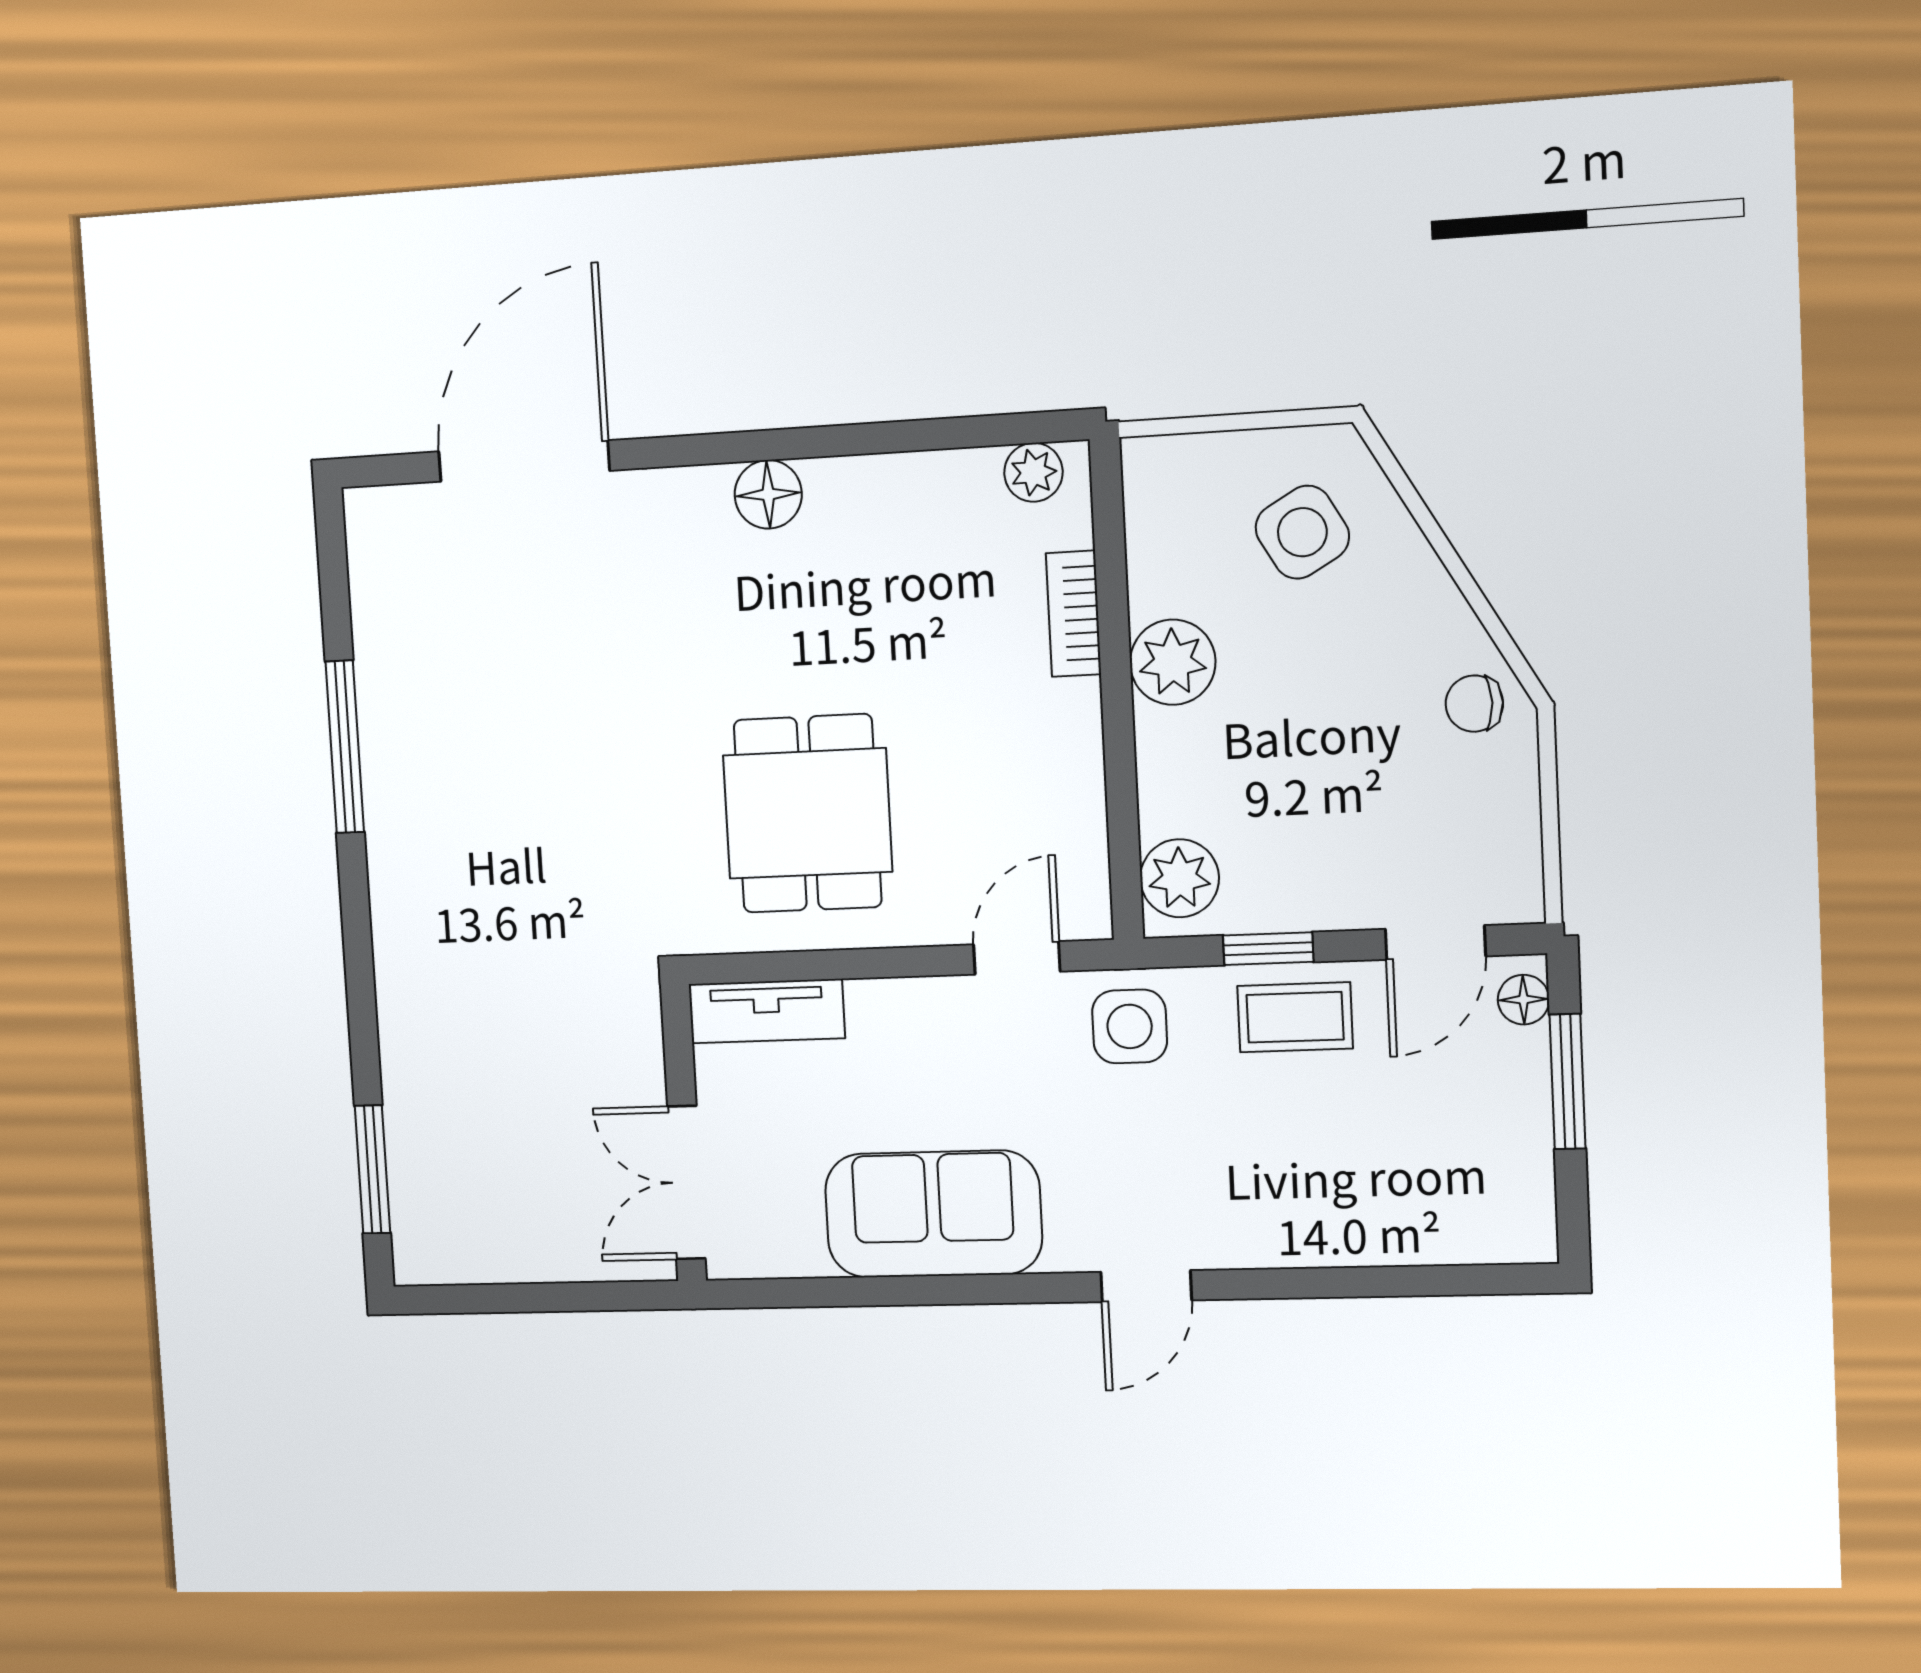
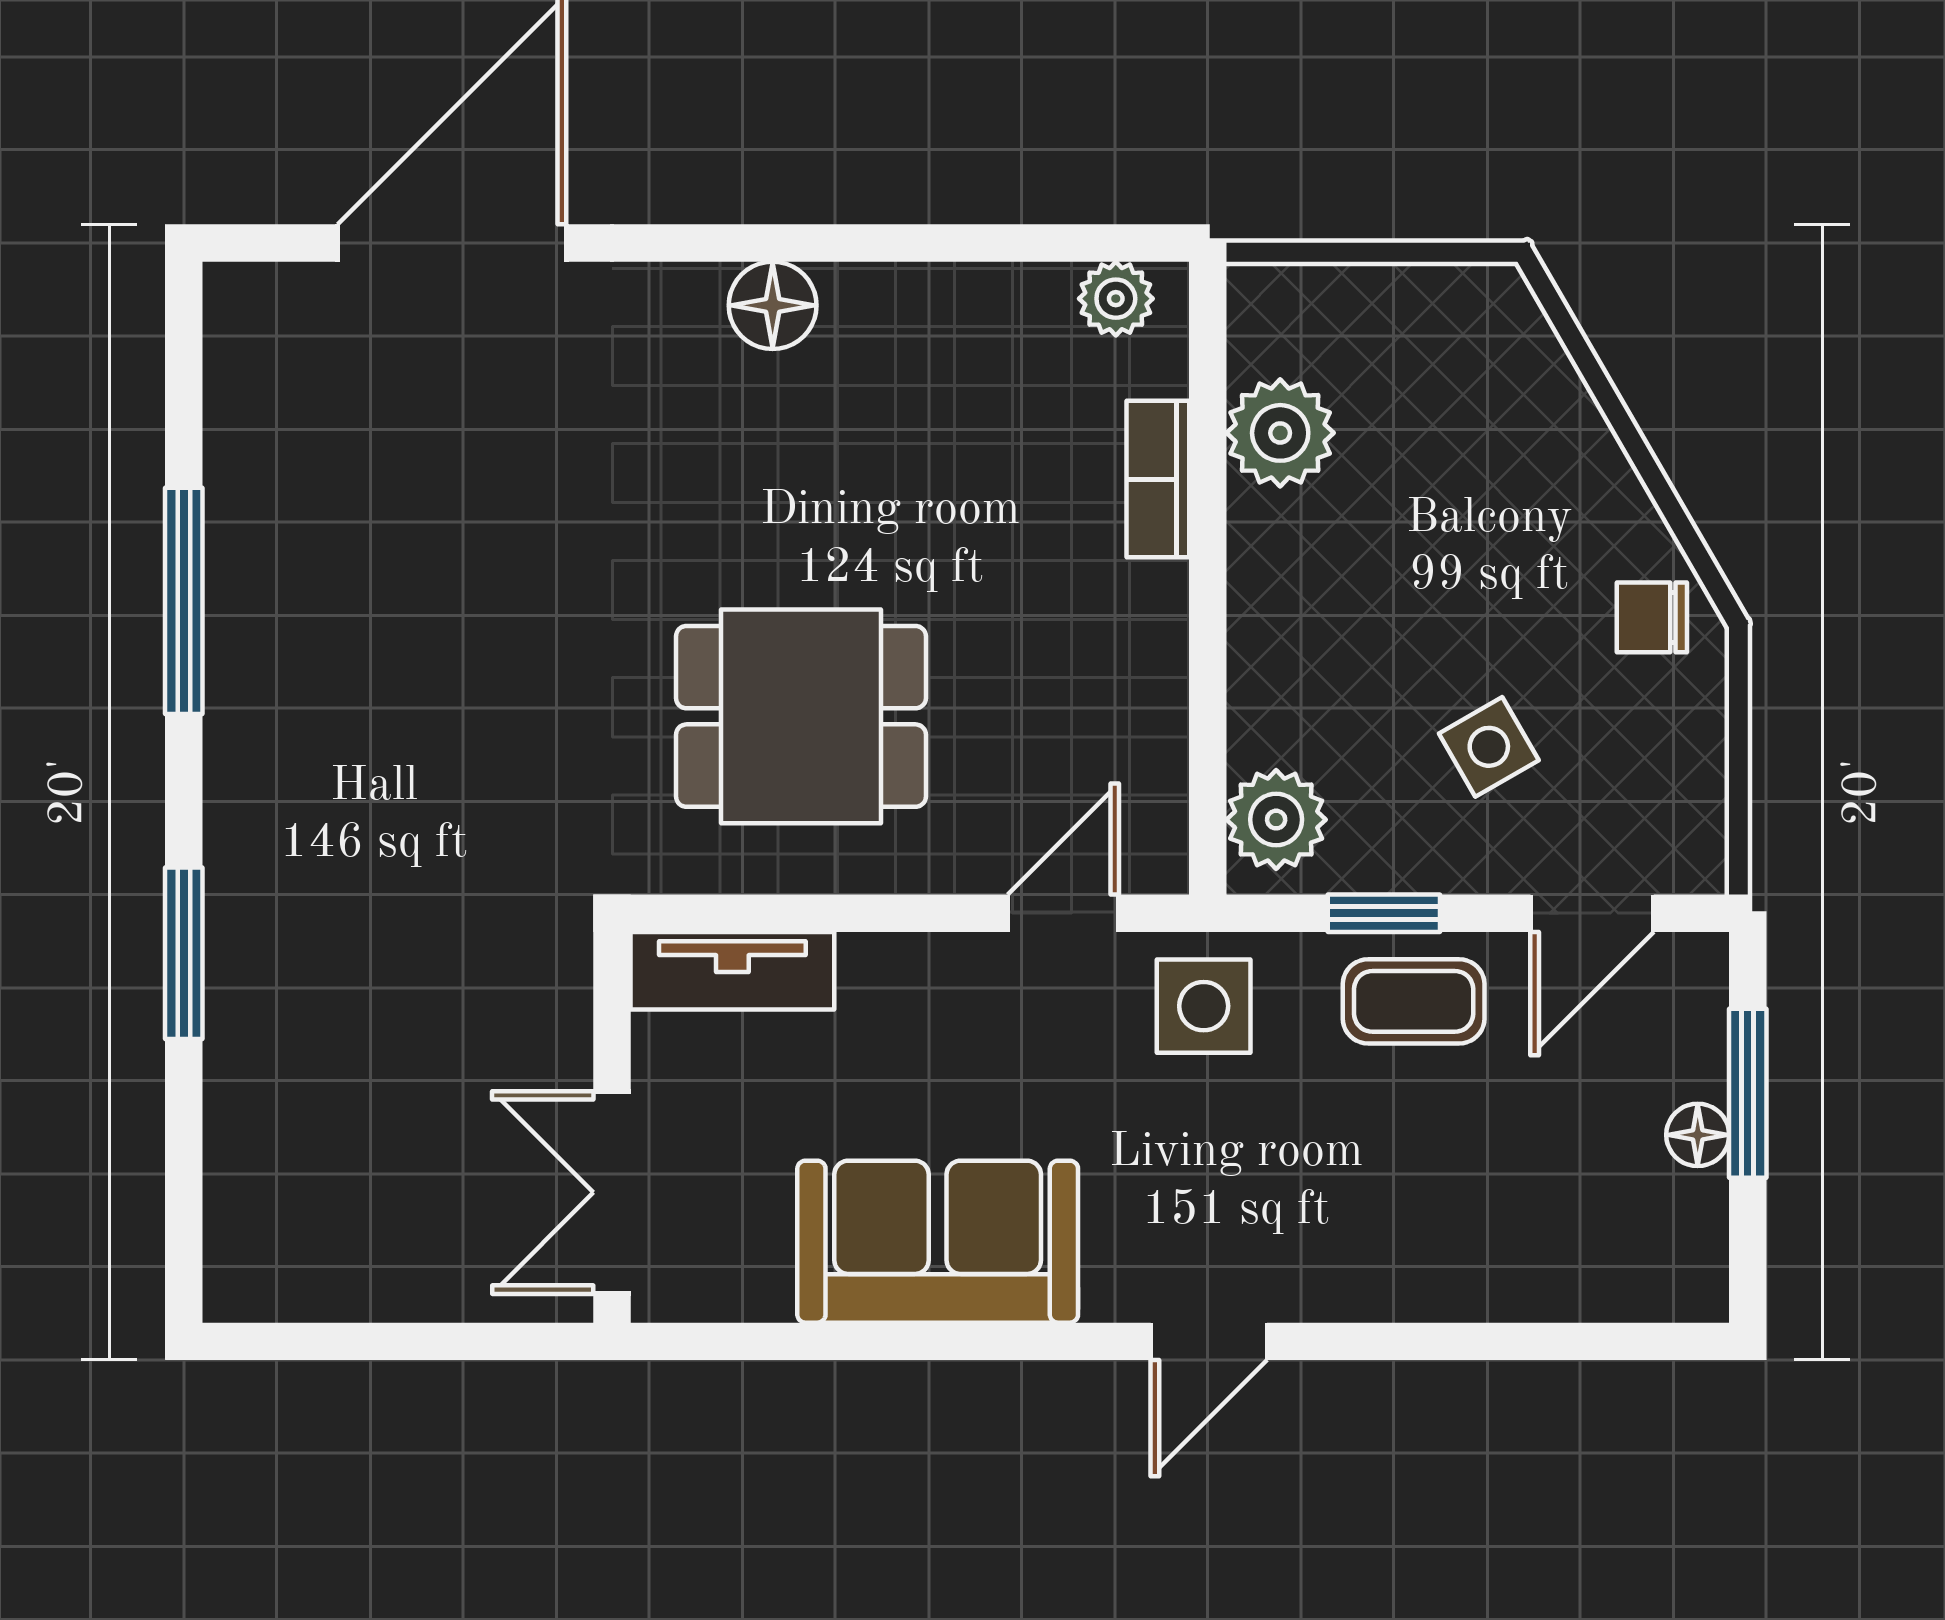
side table: (1302, 532) -> (1489, 747), moved, width x0.73, depth x0.73
plant: (1173, 662) -> (1280, 433), moved
dining table: (808, 813) -> (801, 716), turned 90
floor lamp: (1524, 1000) -> (1698, 1135), moved
window: (372, 1169) -> (184, 953), moved

